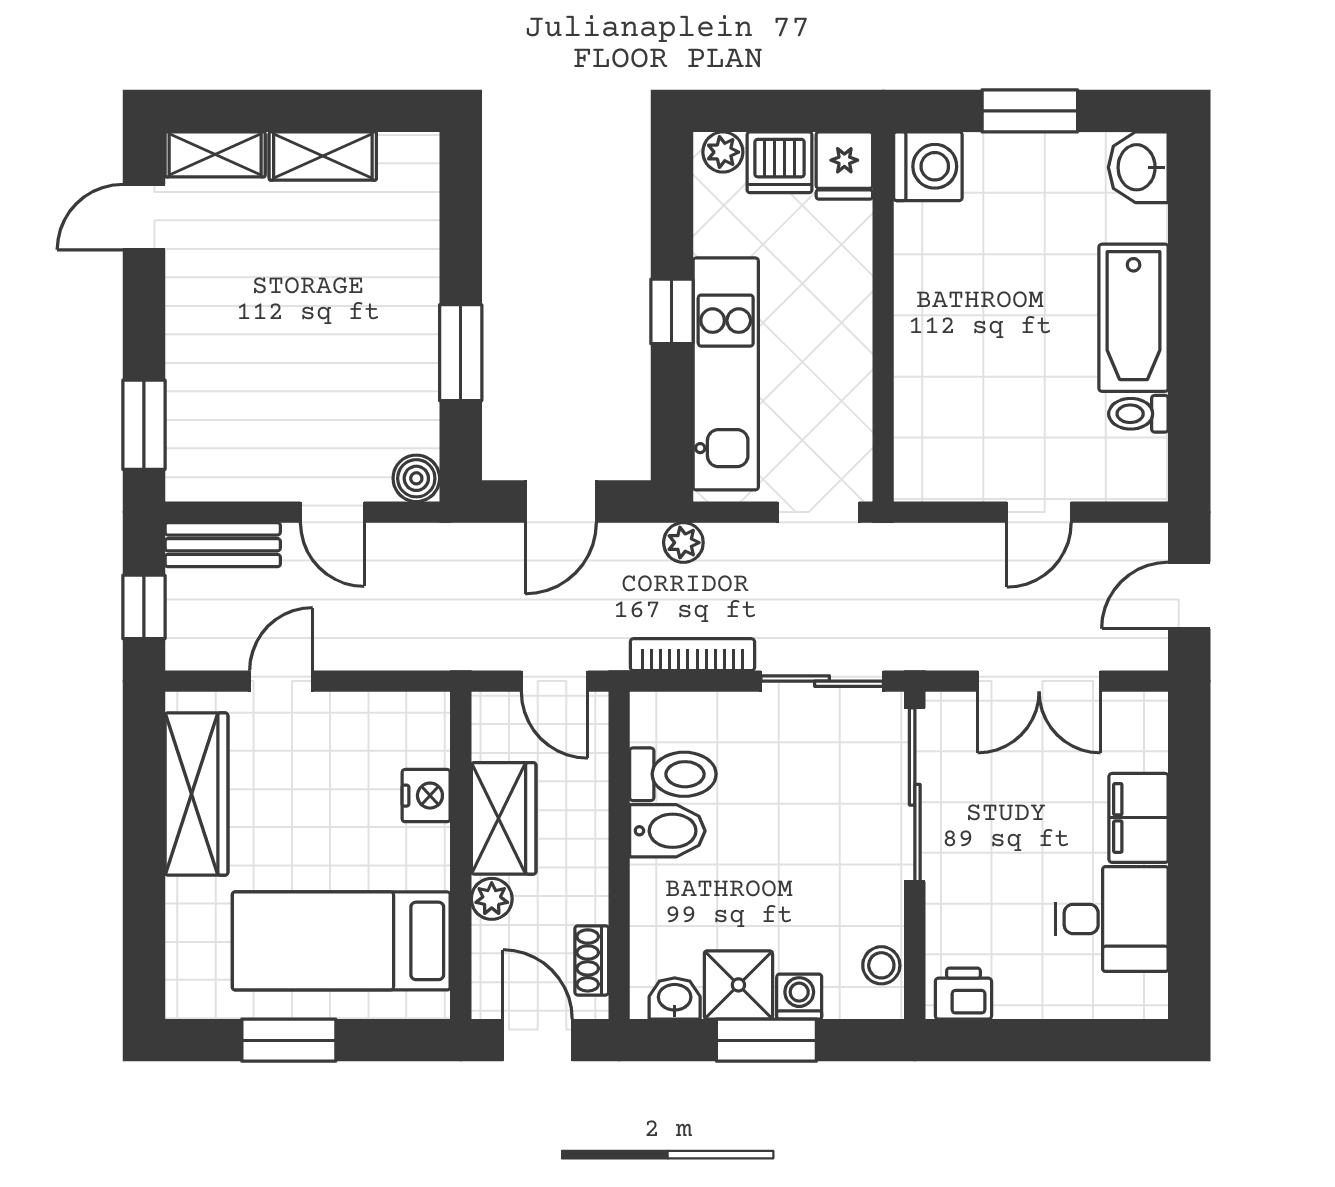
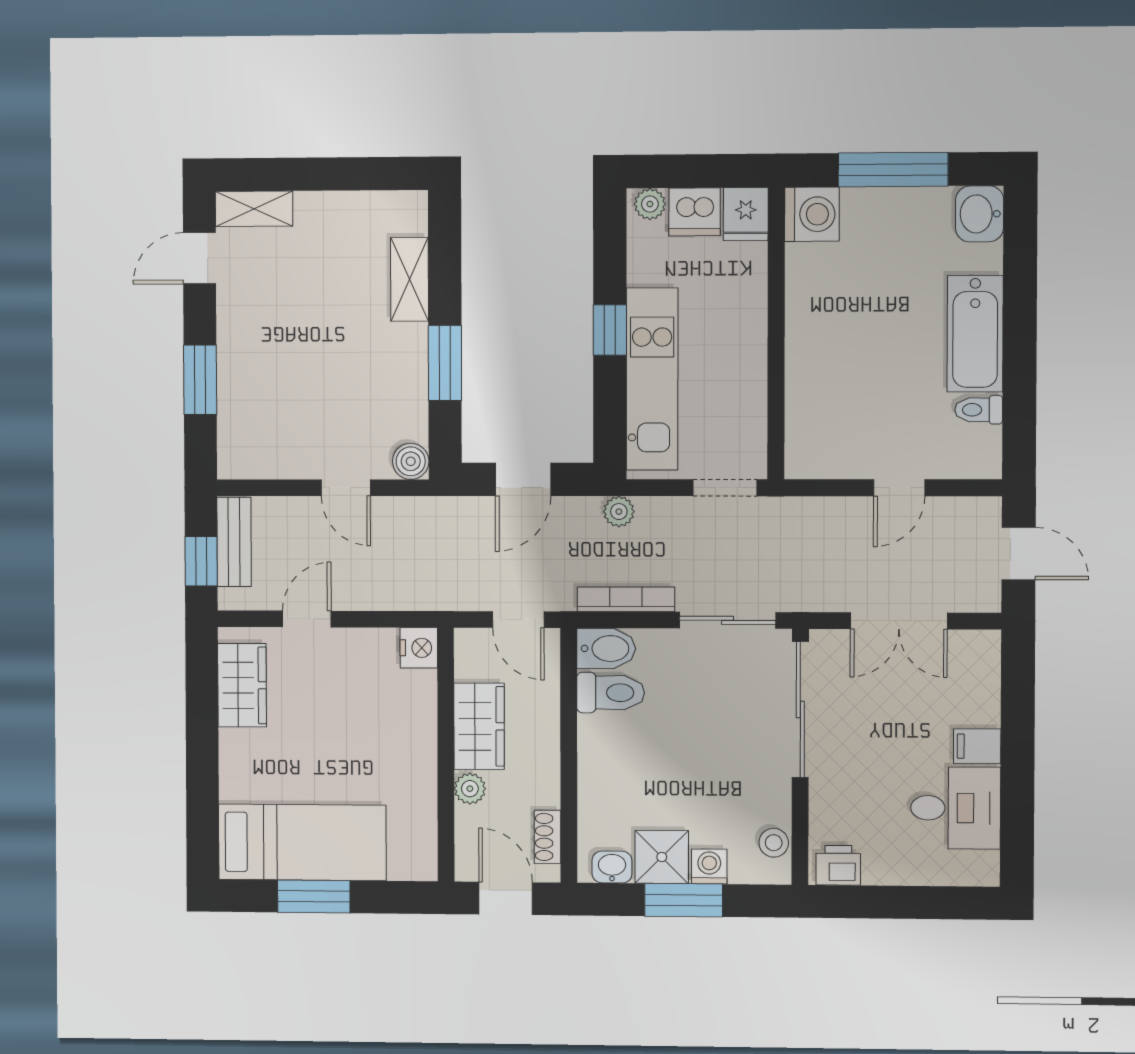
window: (1030, 111) -> (893, 170), width x1.44
shelving: (323, 156) -> (410, 279), moved, turned 90
window: (144, 425) -> (200, 380), moved
bench: (223, 545) -> (234, 542), moved, turned 90
door: (1189, 595) -> (1019, 554), swing flipped
wardrobe: (196, 794) -> (242, 685), width x0.67
nightstand: (426, 796) -> (419, 648), moved
filing cabinet: (1139, 818) -> (977, 746), width x0.50
bidet: (667, 831) -> (606, 649), moved
bed: (341, 941) -> (302, 842), moved, turned 180

